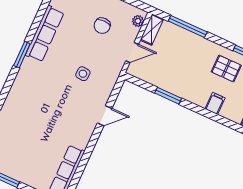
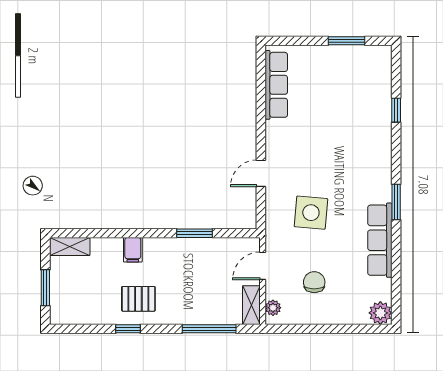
side table: (83, 74) -> (311, 213), width x1.87, depth x1.87

